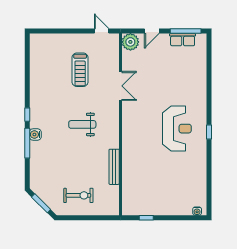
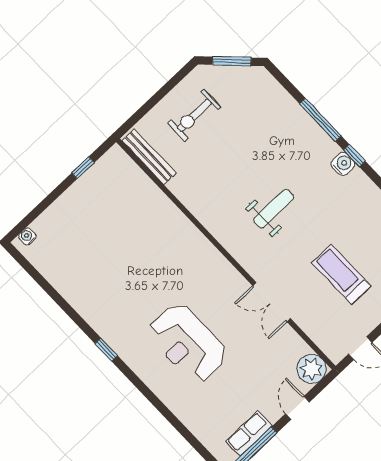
reception desk: (177, 129) -> (188, 343), moved
water cooler: (35, 134) -> (343, 164), moved
bench: (114, 167) -> (149, 157), moved

